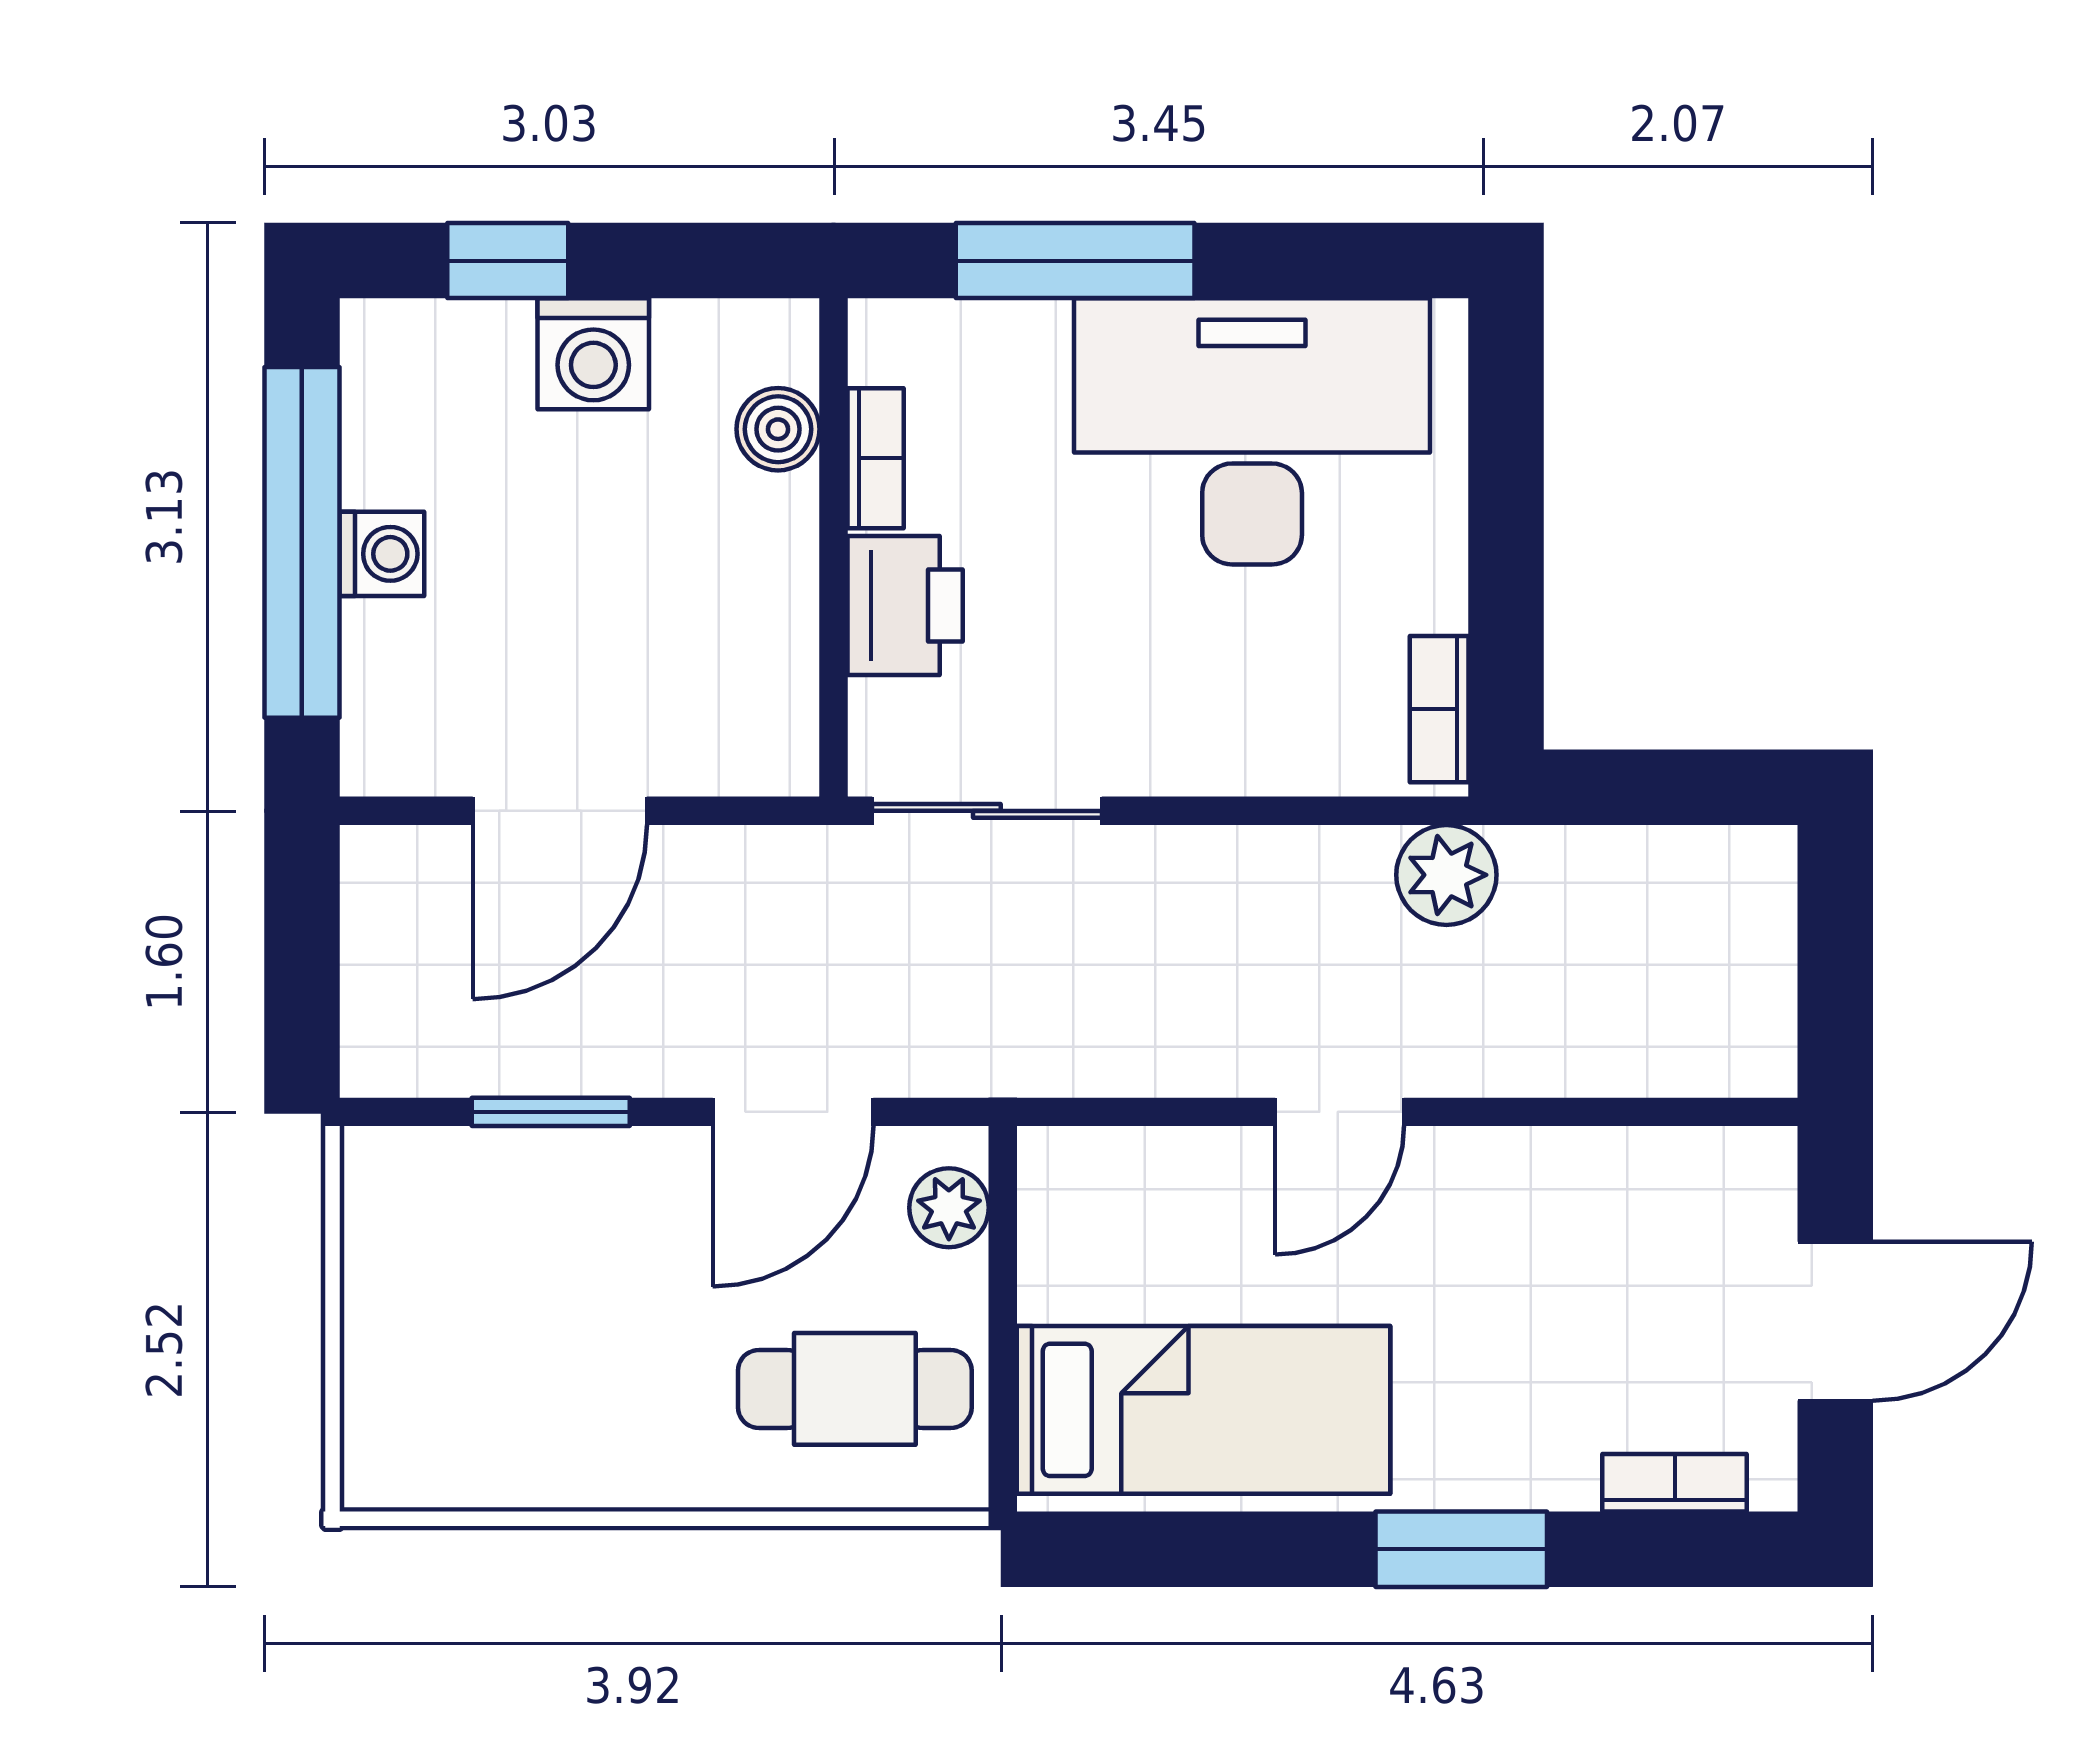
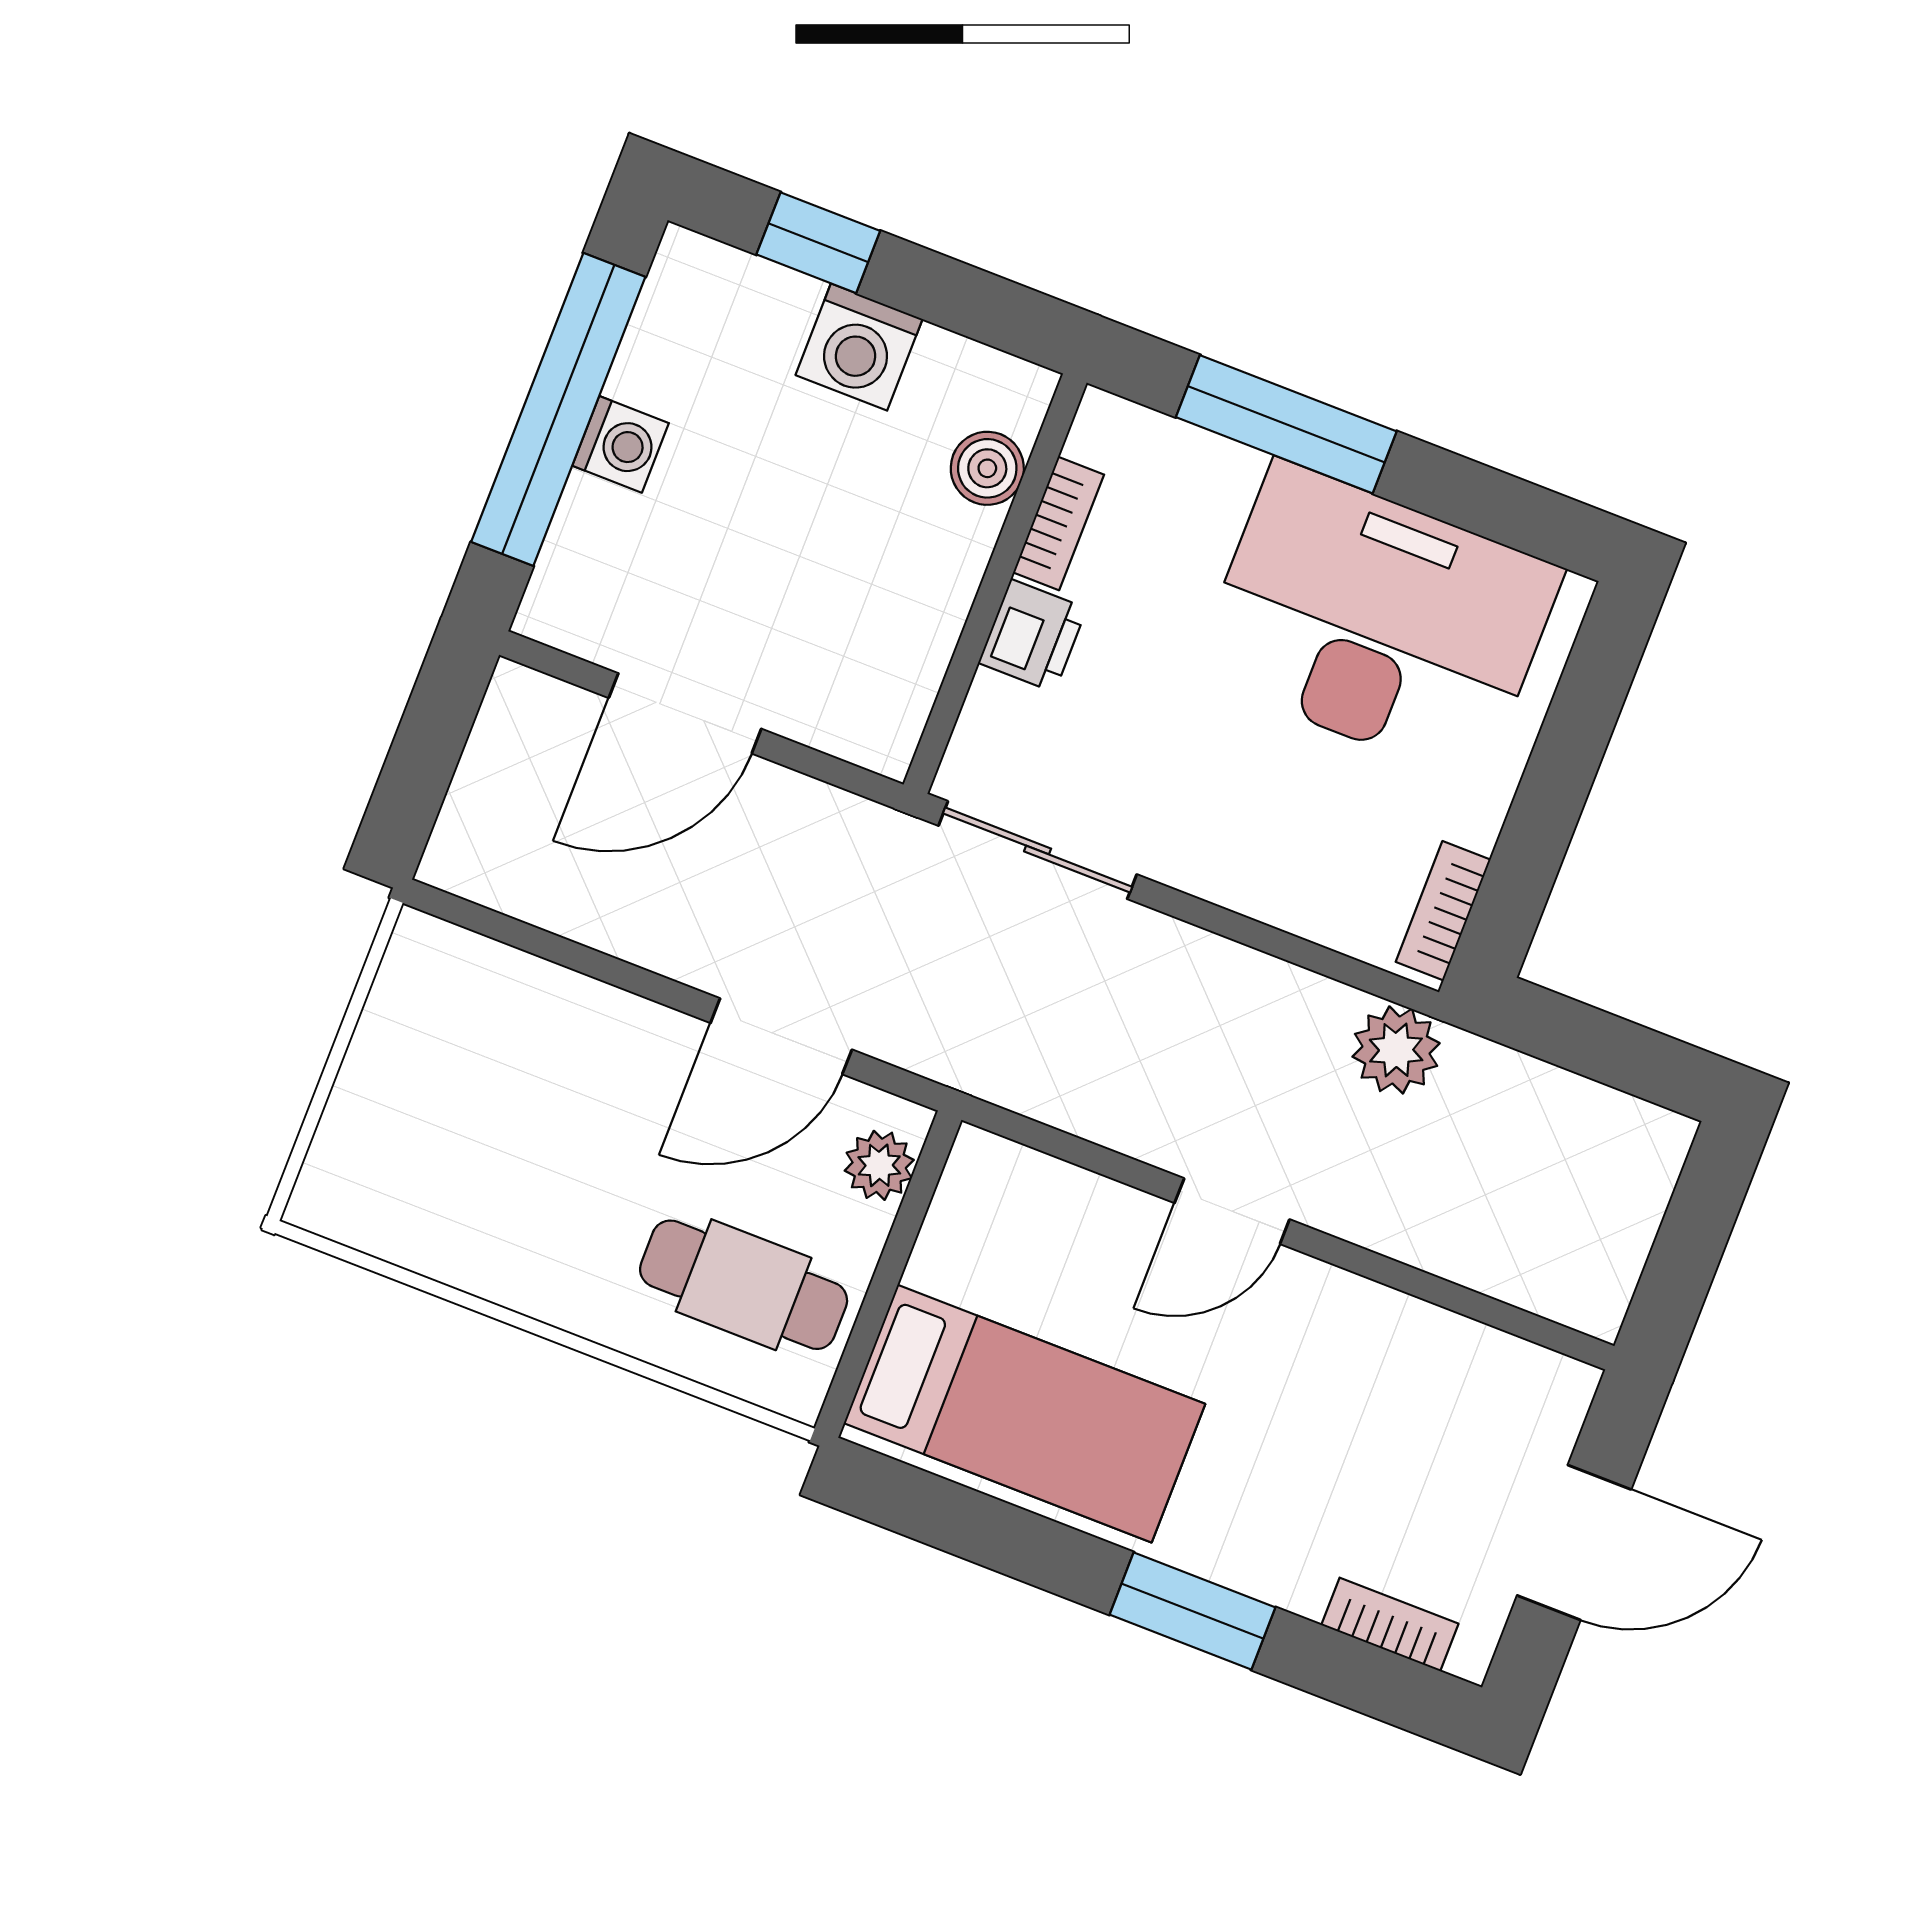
printer: (905, 606) -> (1033, 636), width x0.73, depth x0.81
window: (551, 1112) -> (581, 959), removed

